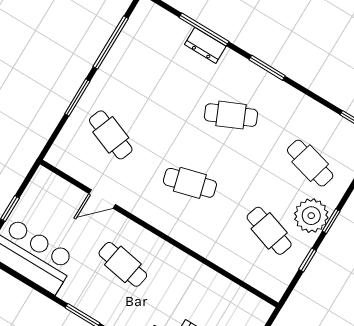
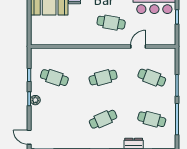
cafe table: (310, 163) -> (152, 119), moved
plant: (311, 216) -> (35, 100), width x0.53, depth x0.53

